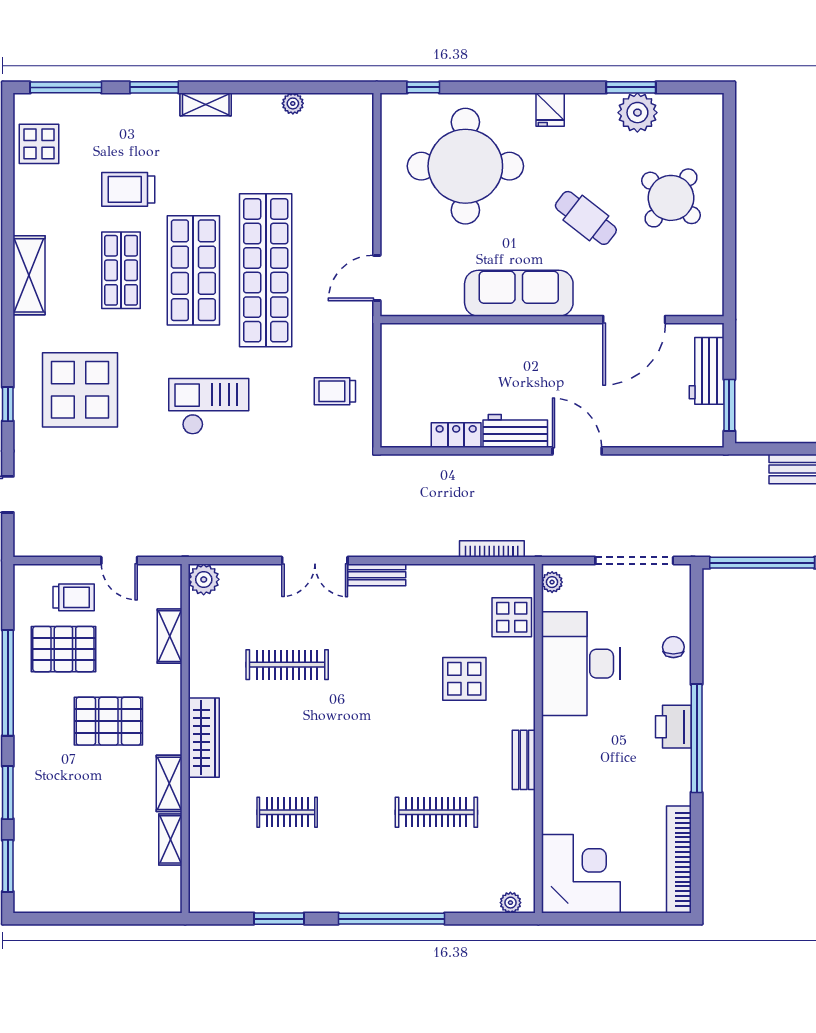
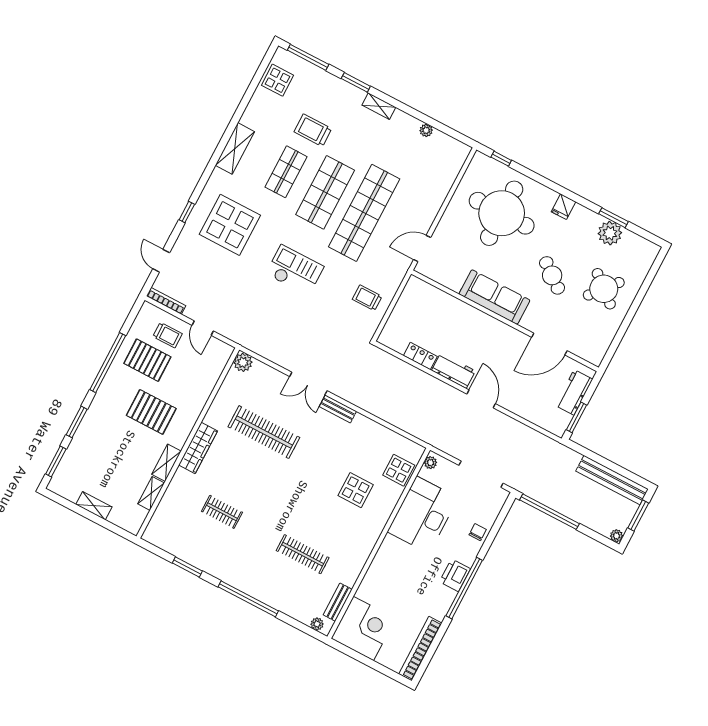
bookcase: (492, 549) -> (166, 301), moved
shelving: (170, 636) -> (94, 506), moved, turned 90
clothes rail: (287, 665) -> (264, 432), width x1.37, depth x1.31
bench: (524, 760) -> (338, 602), moved

